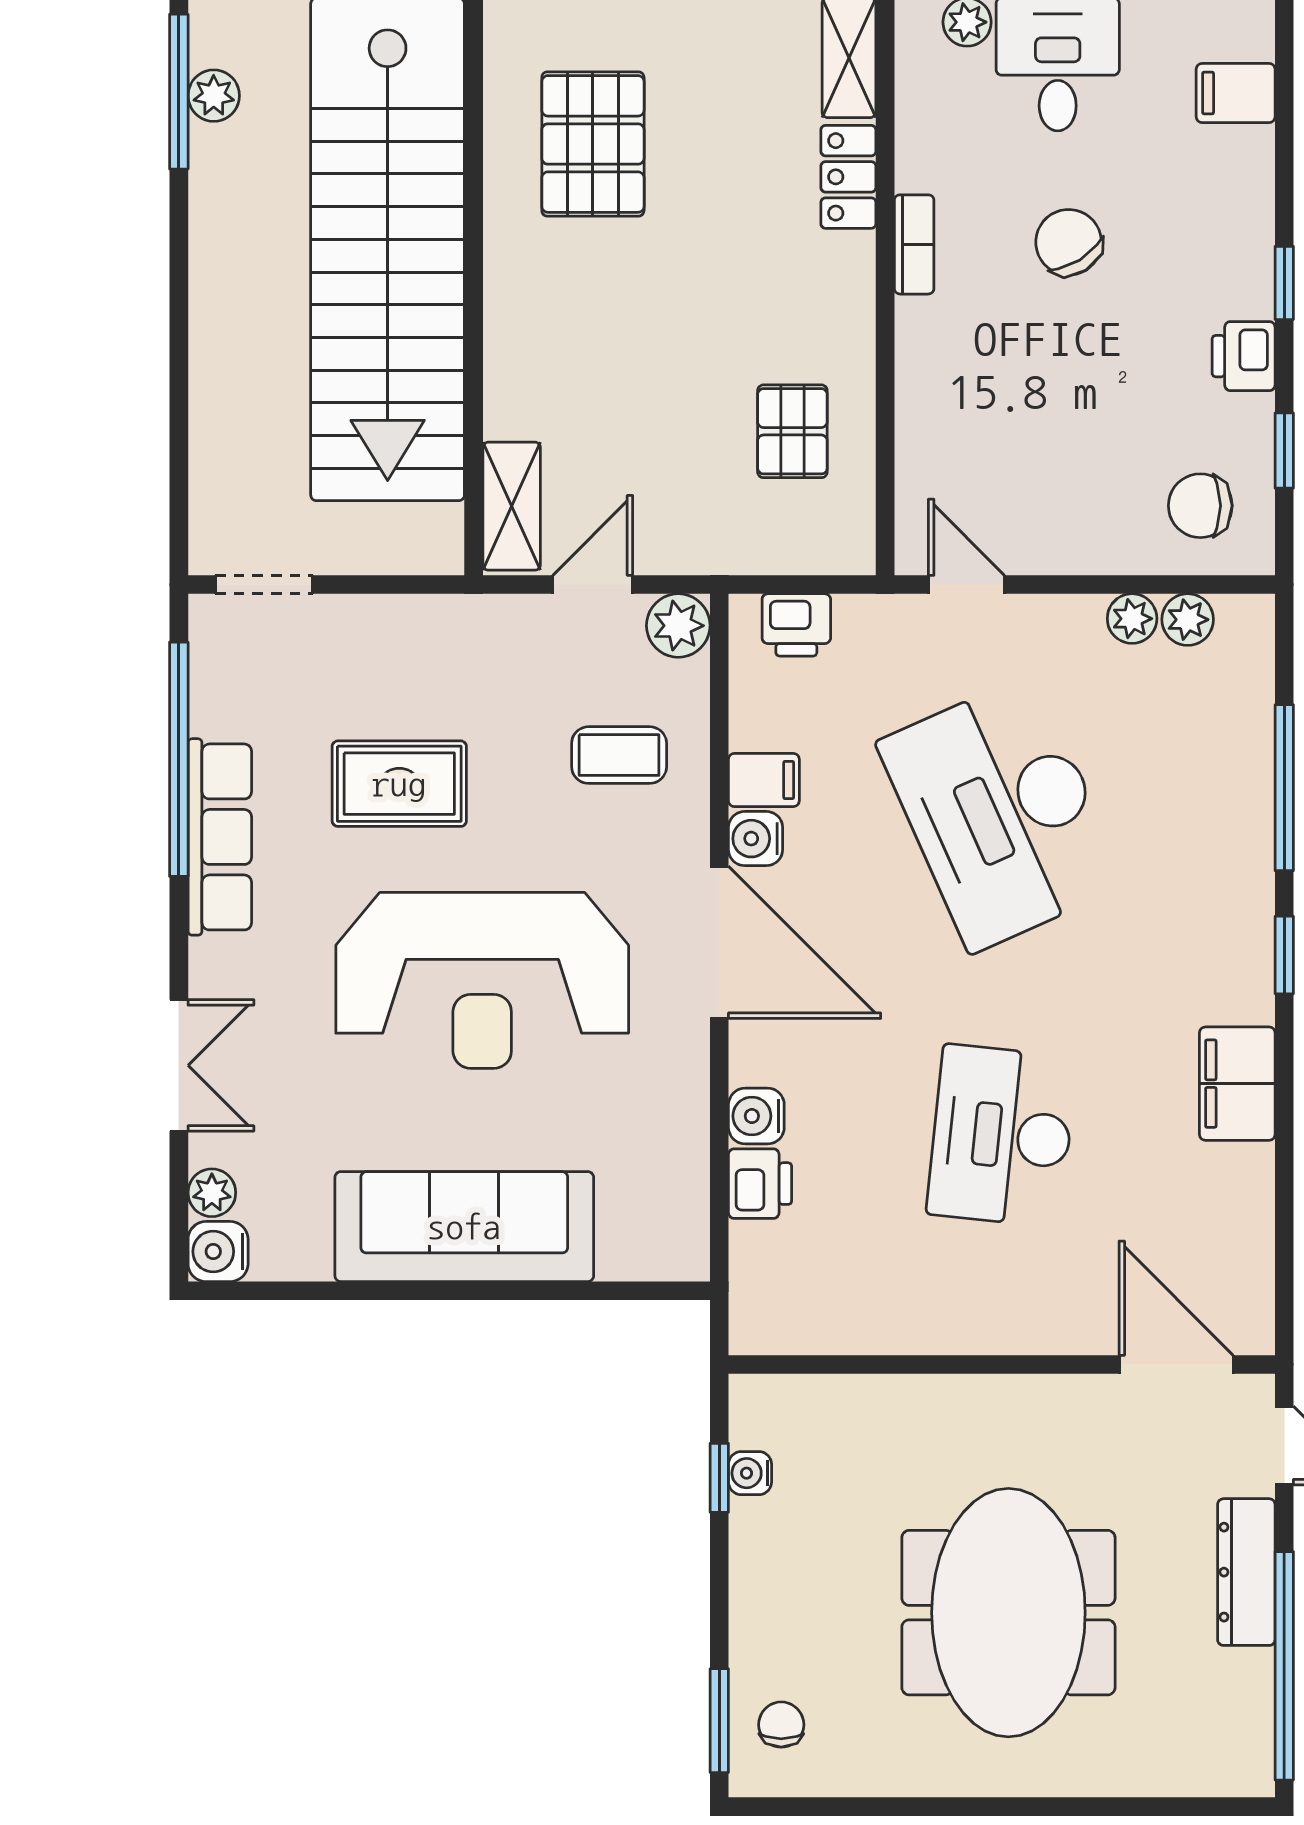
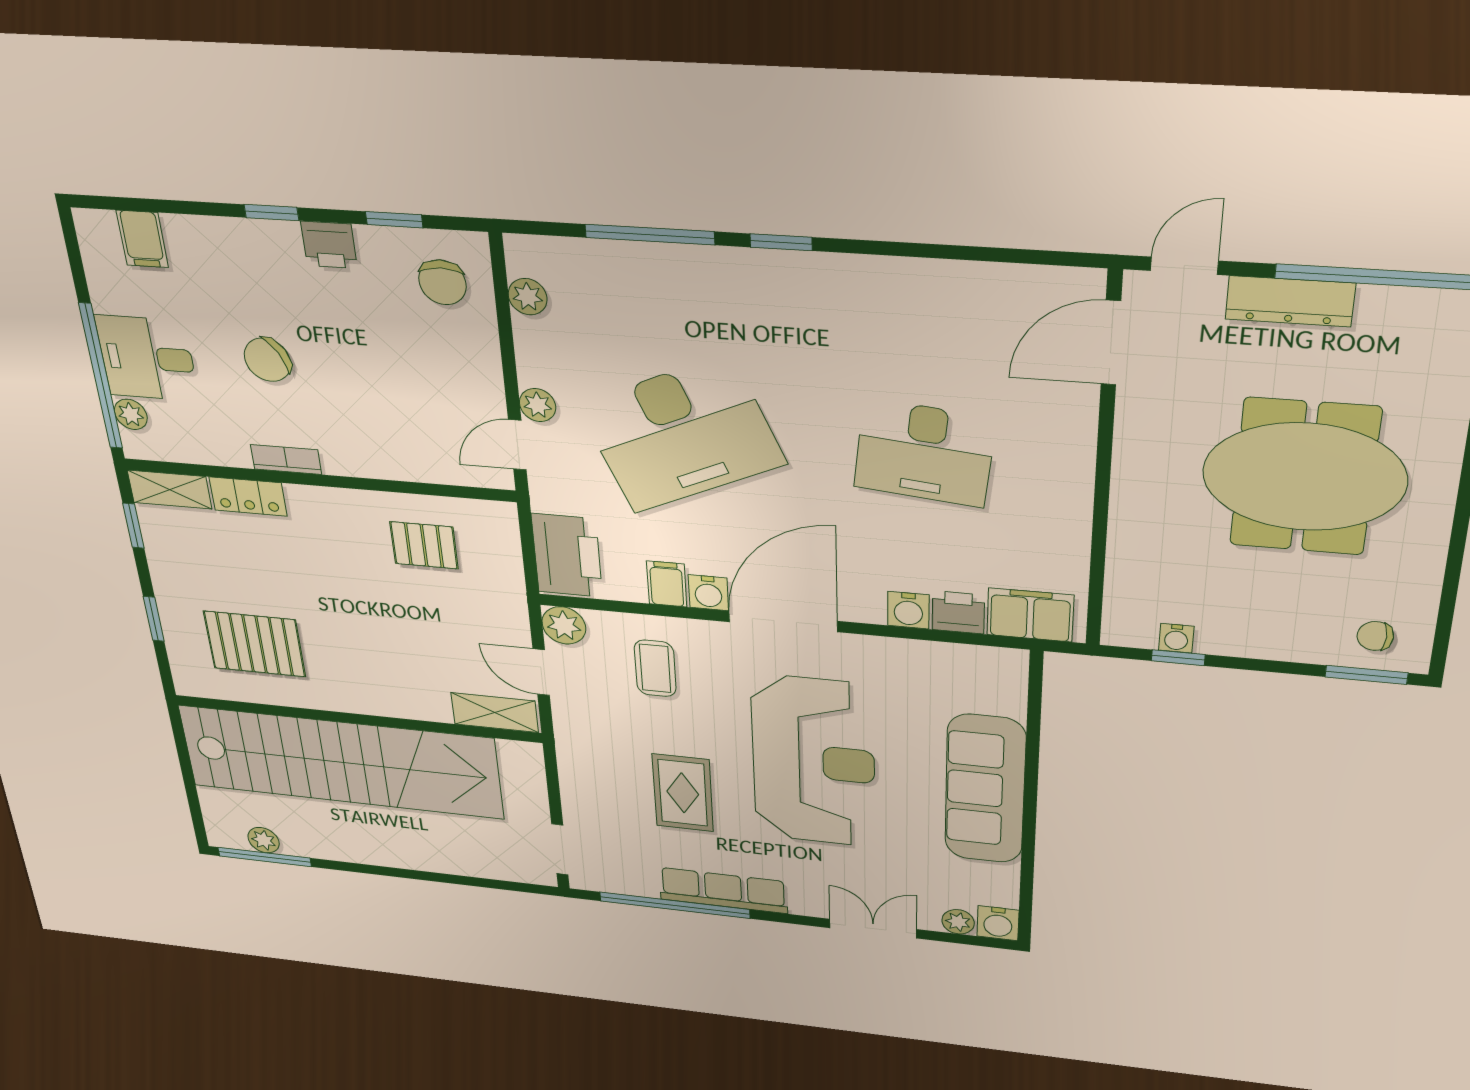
plant: (1132, 619) -> (538, 405), moved
printer: (796, 625) -> (567, 555), width x1.87, depth x1.48
filing cabinet: (1237, 1084) -> (1030, 615), moved, turned 180

